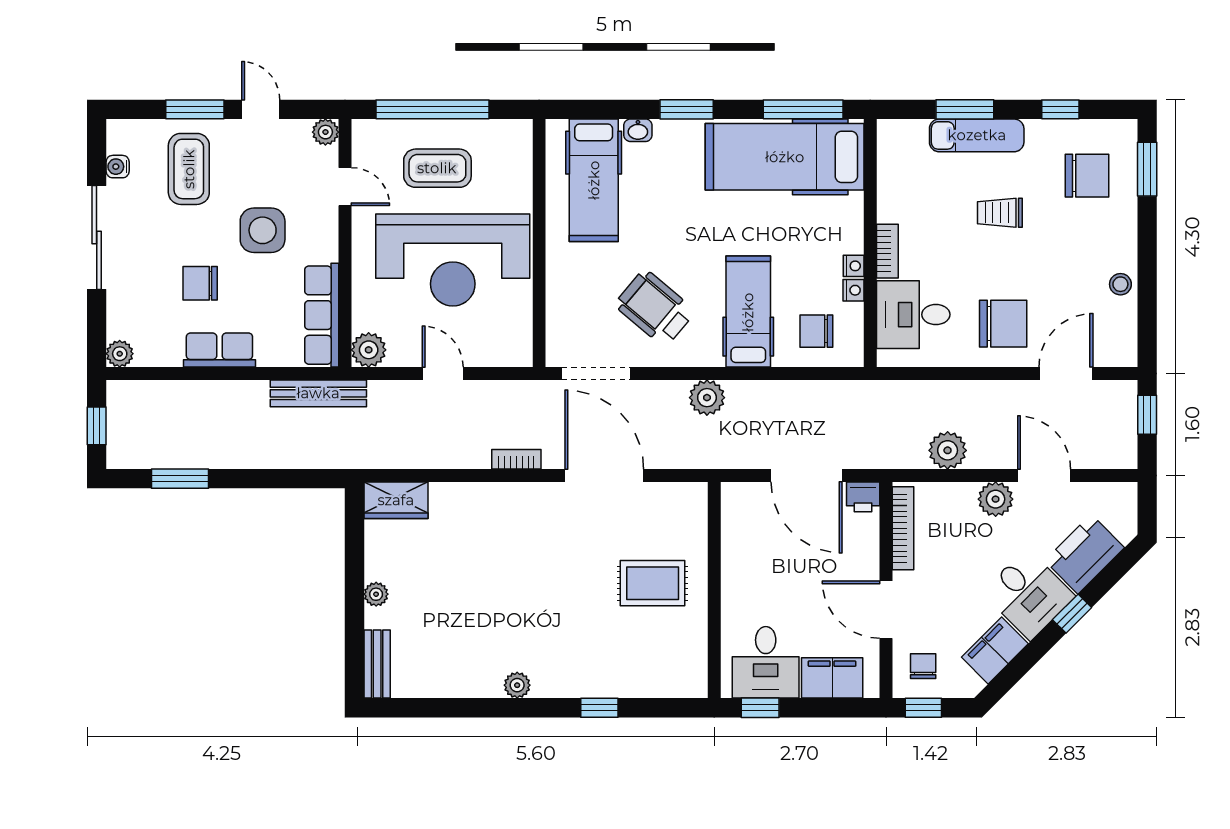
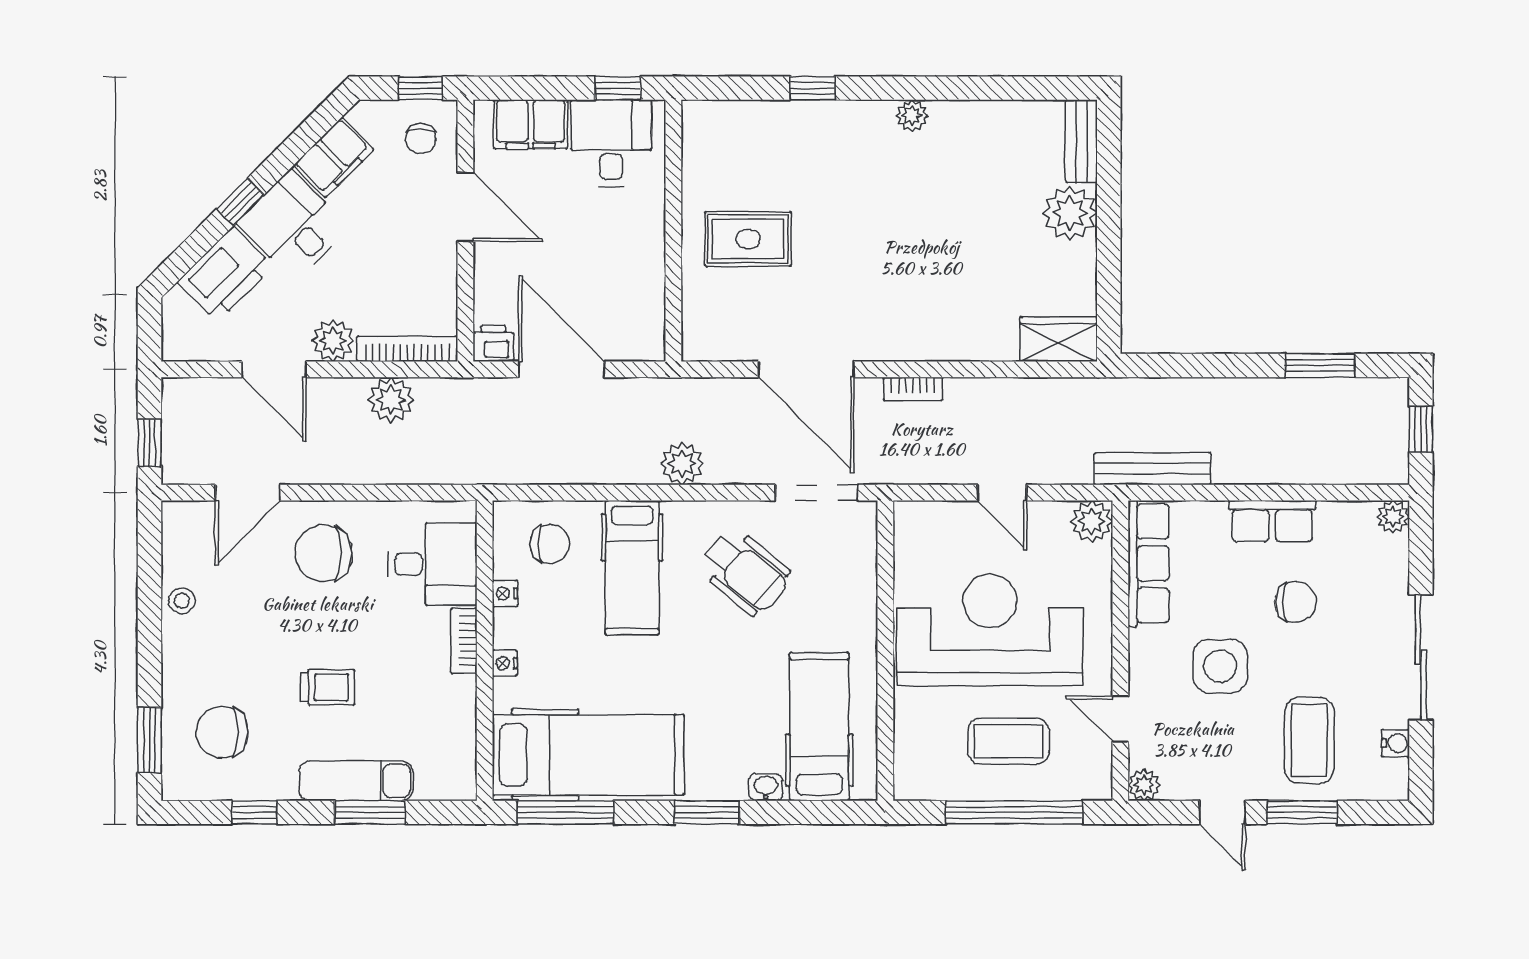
nightstand: (854, 266) -> (505, 663), moved
bookcase: (903, 528) -> (407, 349), moved, turned 90
plant: (376, 594) -> (1070, 213), width x1.88, depth x1.88

